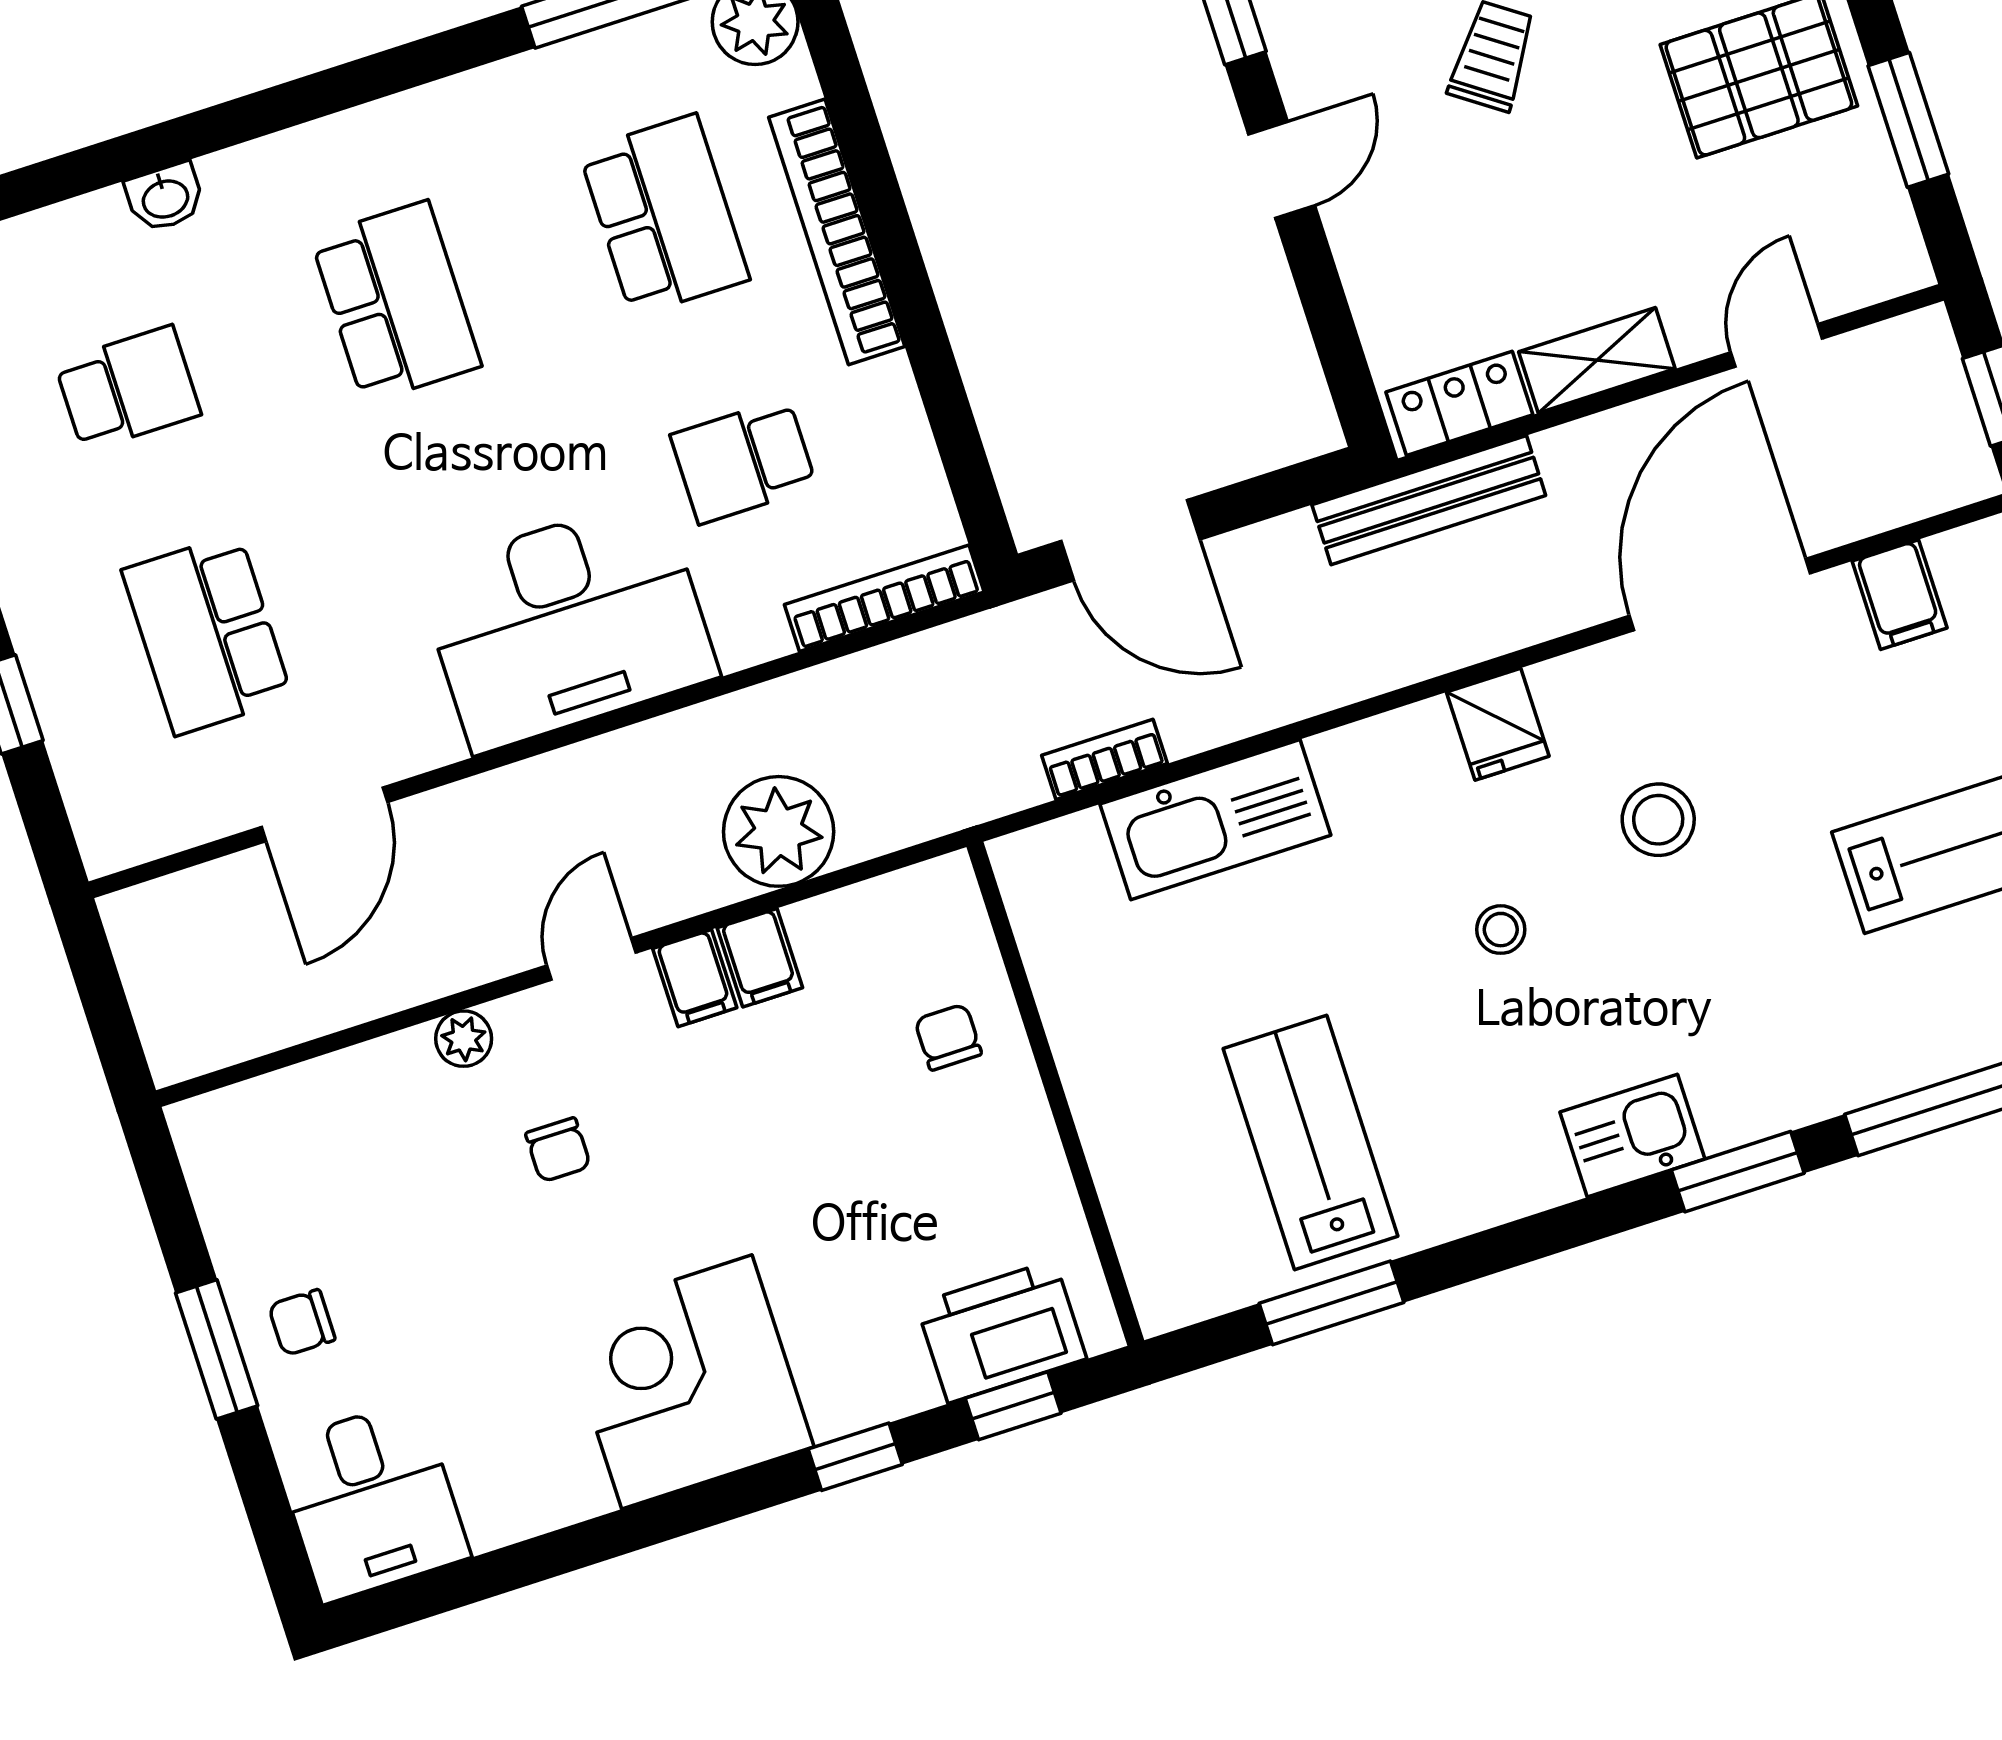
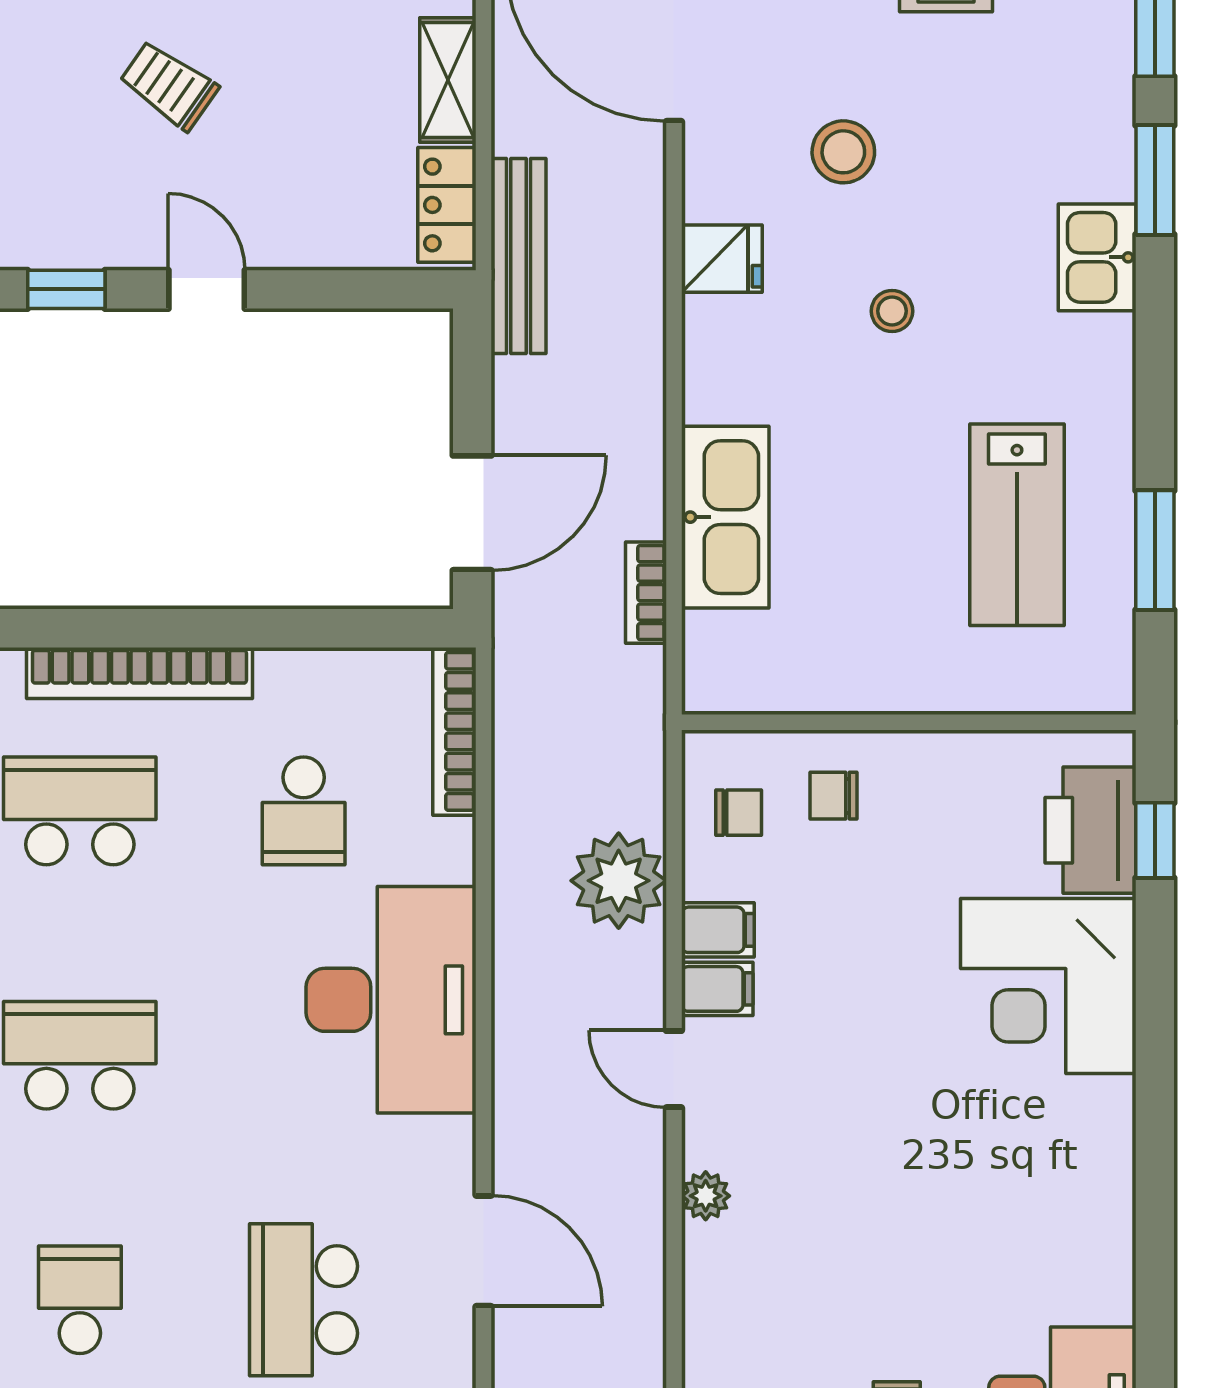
school desk: (207, 634) -> (304, 1300), turned 90
lab bench: (1311, 1142) -> (1017, 525), turned -90
chair: (558, 1150) -> (739, 813), moved
corner desk: (687, 1382) -> (1048, 986), moved
window: (855, 1457) -> (1155, 984), removed

